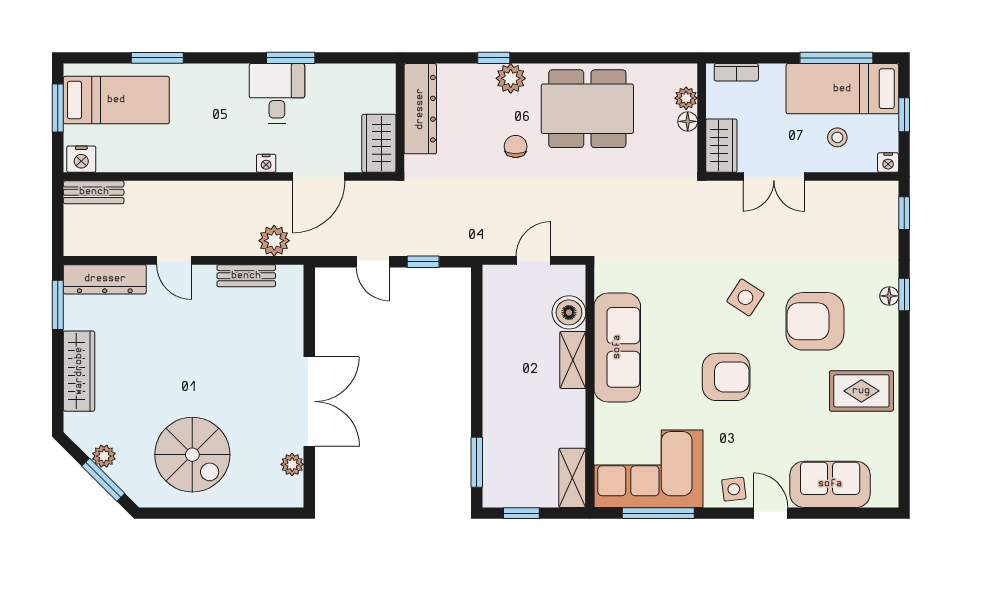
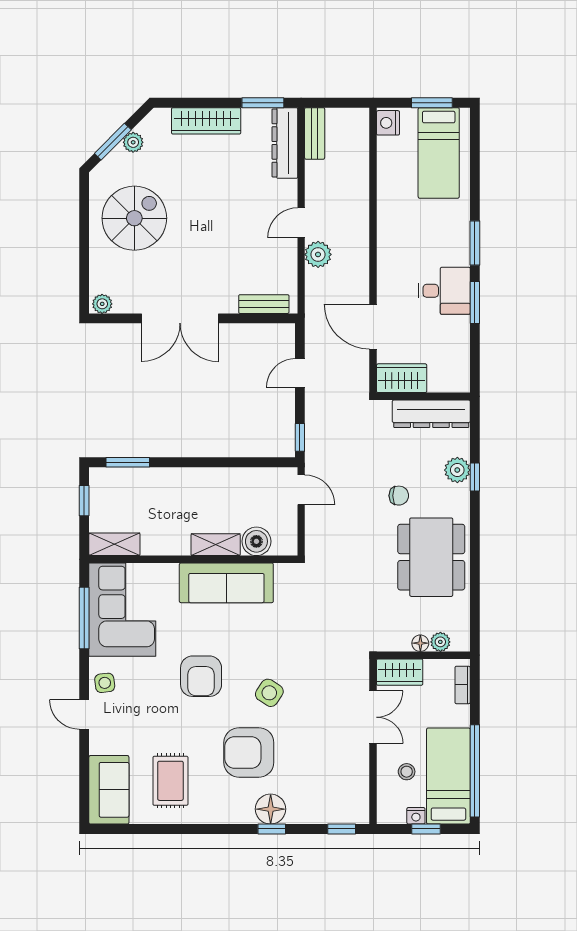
window: (157, 58) -> (475, 243), moved
window: (836, 58) -> (475, 771), width x1.46
plant: (511, 78) -> (457, 470), moved
nightstand: (266, 163) -> (384, 281), removed
nightstand: (888, 163) -> (416, 816), moved, turned -90
double door: (774, 177) -> (373, 717), swing flipped
bench: (94, 192) -> (315, 133), moved
plant: (274, 241) -> (318, 254), moved
door: (174, 260) -> (301, 223), moved
door: (533, 260) -> (301, 490), moved
window: (423, 262) -> (300, 437), moved
bench: (246, 276) -> (264, 304), moved, turned 90
floor lamp: (889, 296) -> (271, 809), width x1.89, depth x1.89
armchair: (815, 321) -> (249, 752), turned -90
rug: (861, 391) -> (170, 781), moved
spiral stairs: (192, 455) -> (134, 218), turned 180
plant: (292, 464) -> (102, 304), moved
sofa: (830, 484) -> (109, 790), moved
door: (771, 513) -> (84, 714), swing flipped

